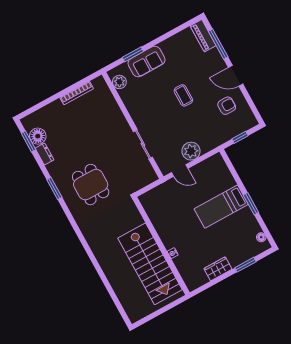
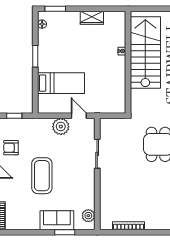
coffee table: (183, 95) -> (42, 176), width x1.86, depth x1.72
bed: (221, 207) -> (61, 83), moved
window: (245, 265) -> (55, 9), moved

